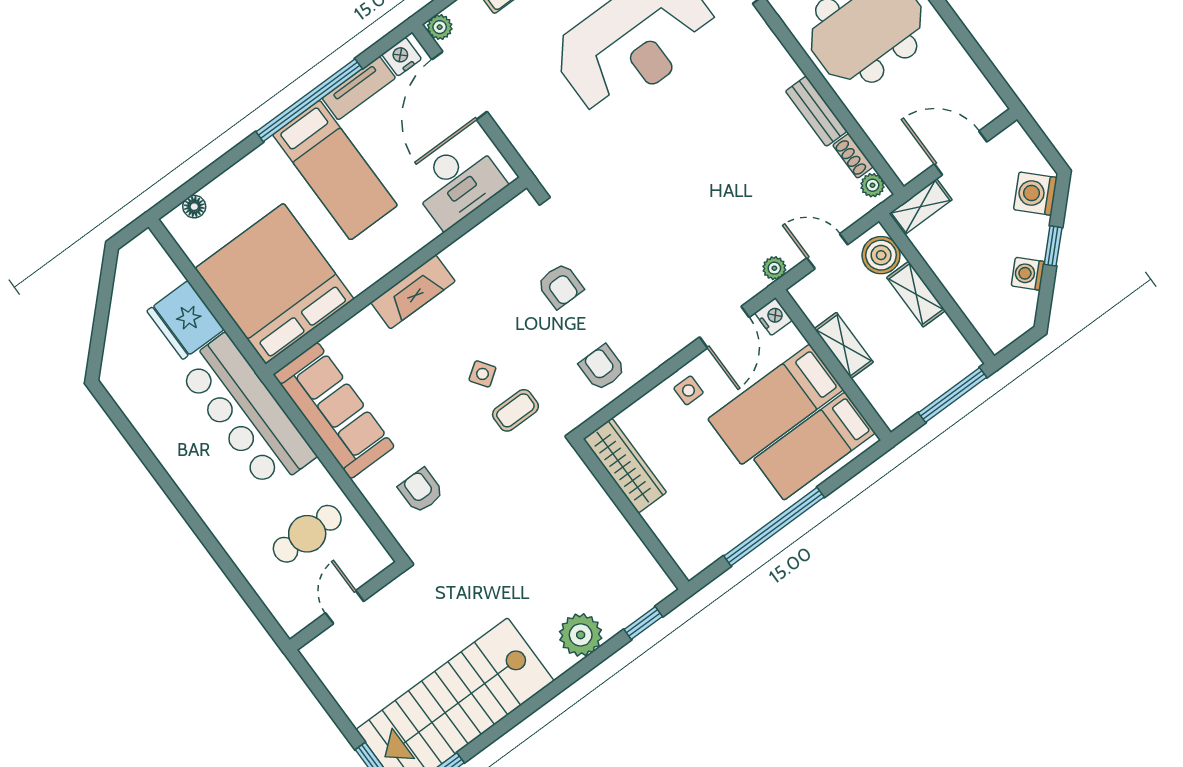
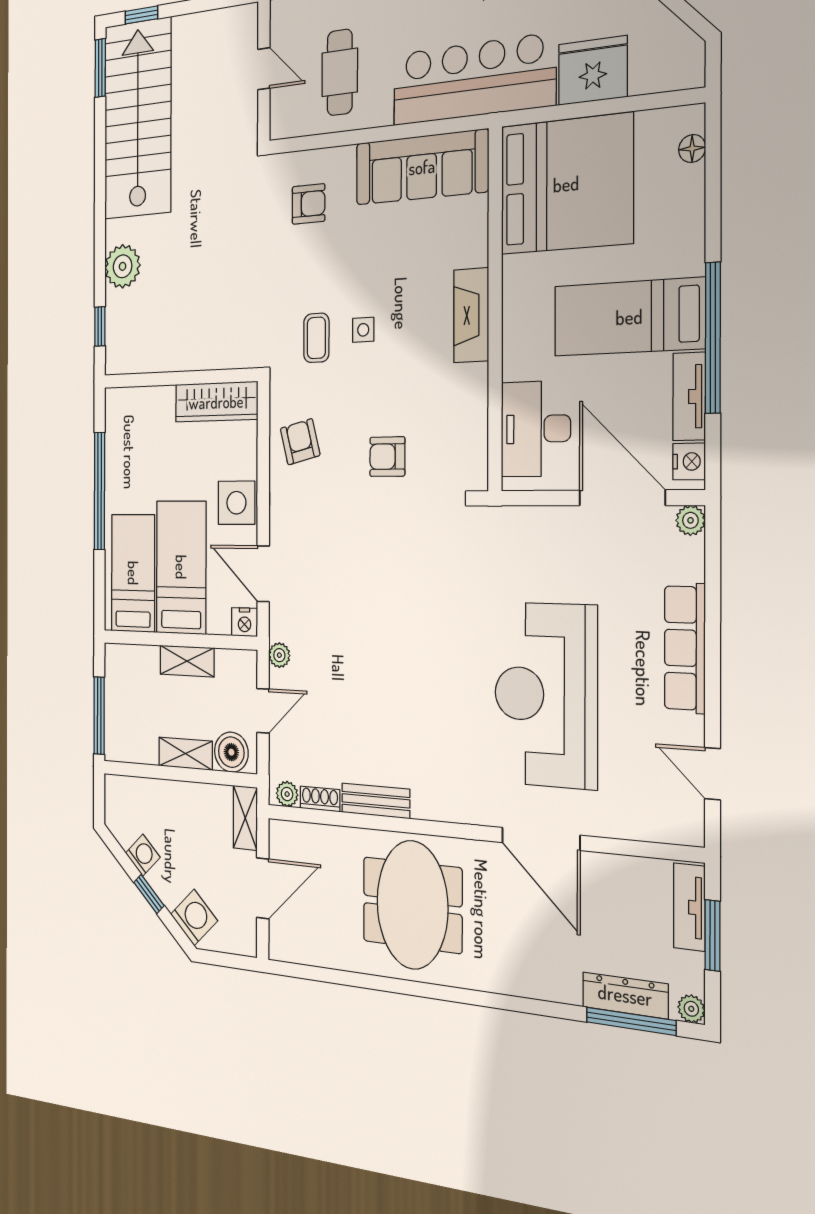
armchair: (602, 368) -> (300, 442), turned -104
side table: (482, 374) -> (363, 330), turned 35
side table: (689, 390) -> (236, 503), width x1.87, depth x1.87

